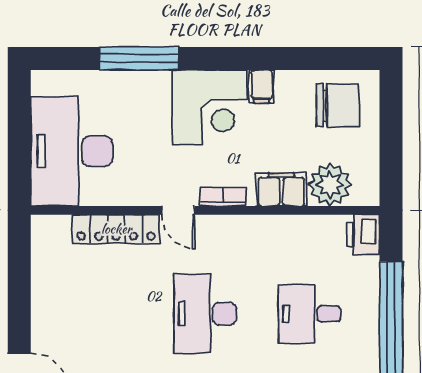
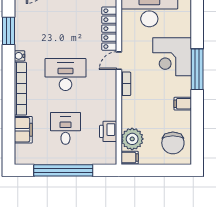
window: (139, 59) -> (197, 69), moved
corner desk: (210, 107) -> (172, 57), moved
filing cabinet: (281, 189) -> (130, 158), moved, width x0.50
printer: (363, 234) -> (108, 131), moved, turned -90

